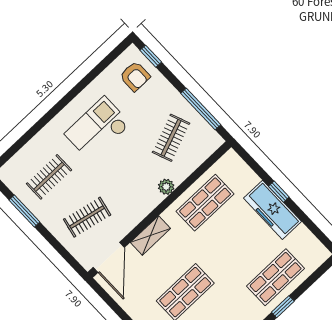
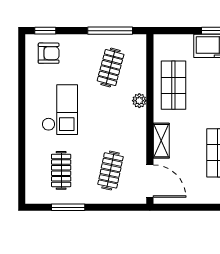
checkout: (98, 129) -> (60, 110), turned 180
clothes rail: (171, 138) -> (111, 68), turned 36

